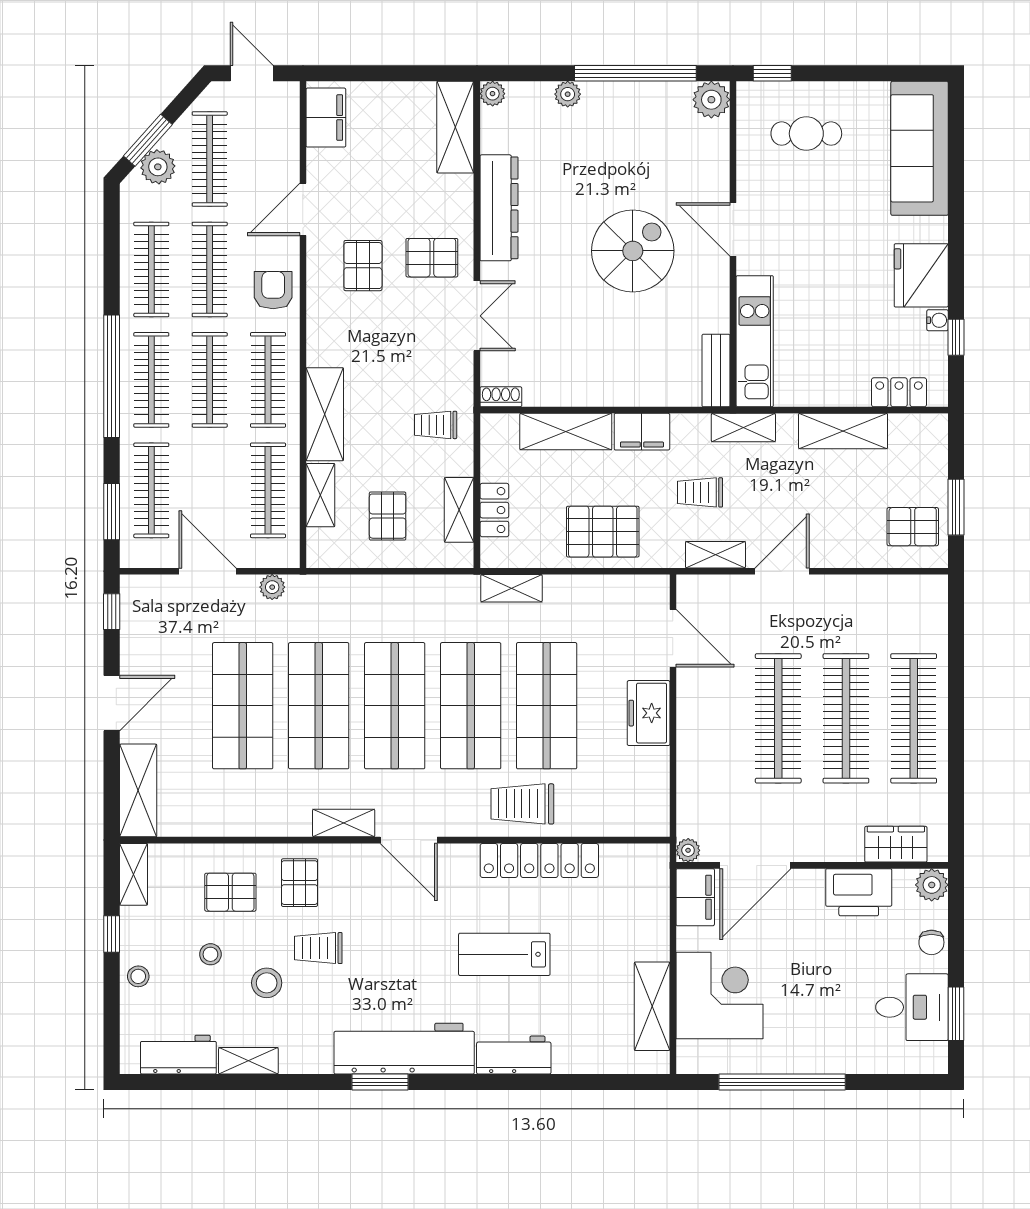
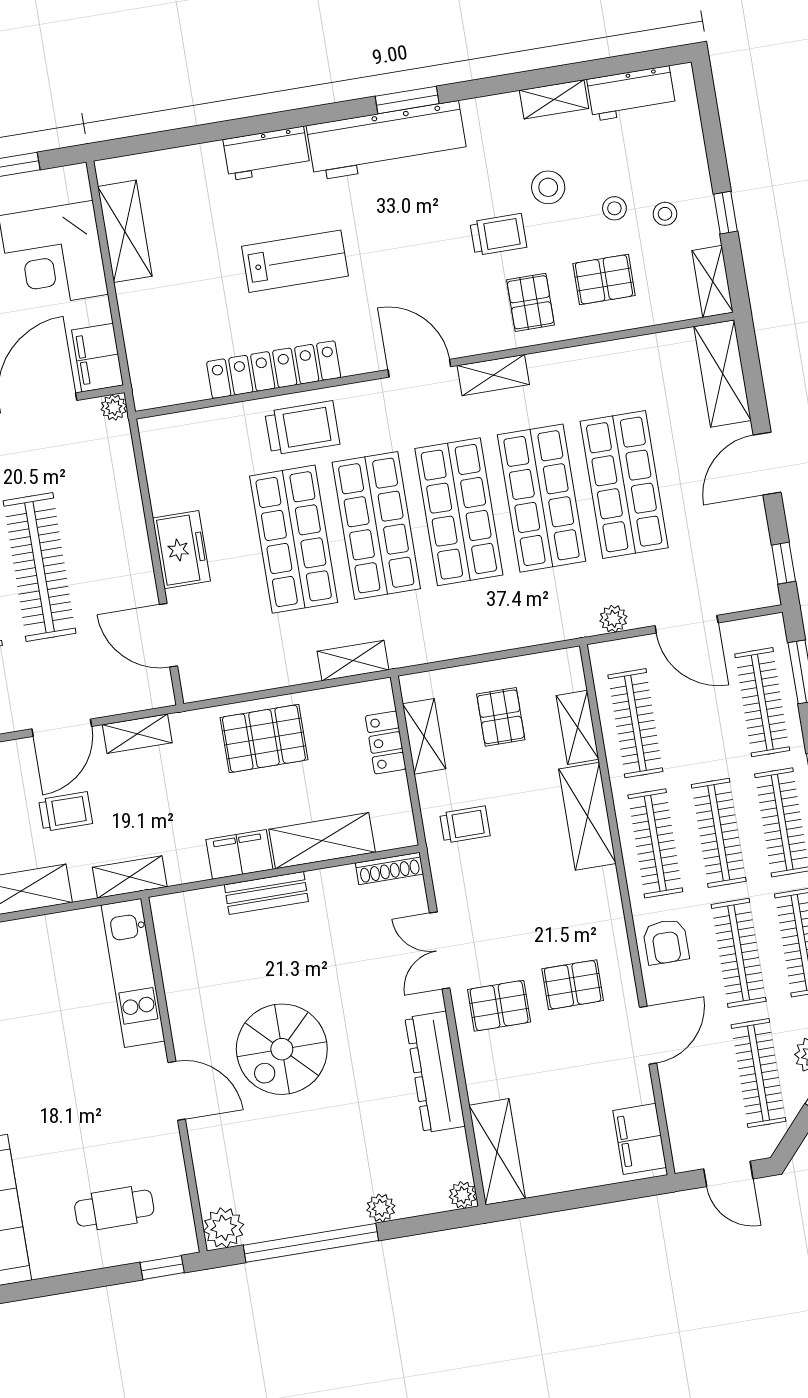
pallet: (363, 266) -> (573, 985), turned 90
bench: (716, 371) -> (266, 893), moved, turned 90
shoe rack: (501, 397) -> (389, 868), width x1.43
trolley: (700, 492) -> (66, 812), moved
stool: (138, 976) -> (665, 214), moved

